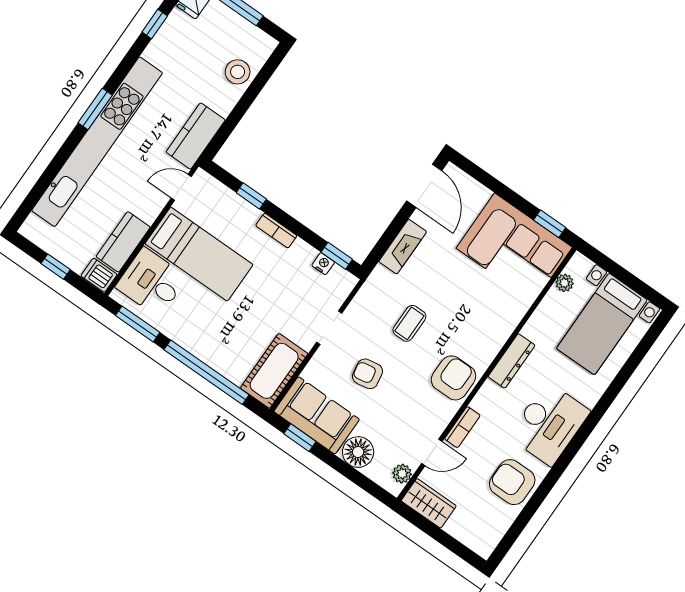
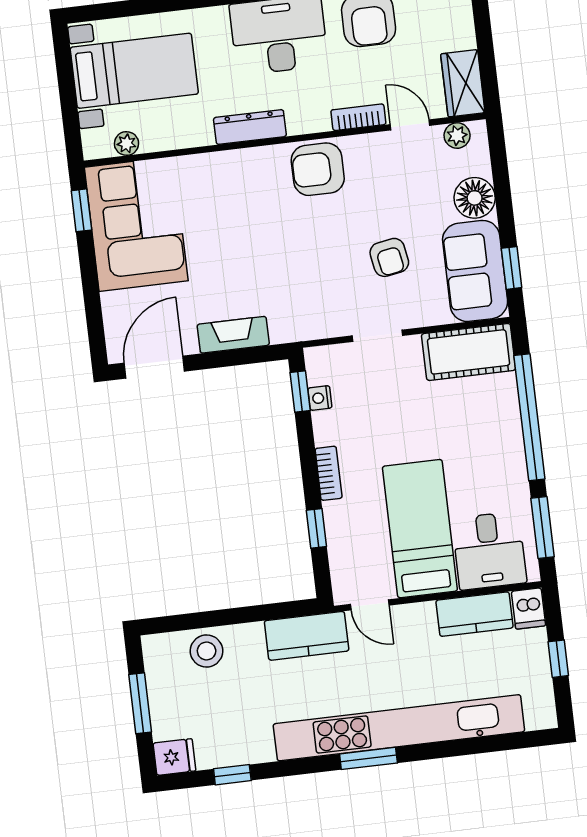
coffee table: (409, 323) -> (303, 261), removed

